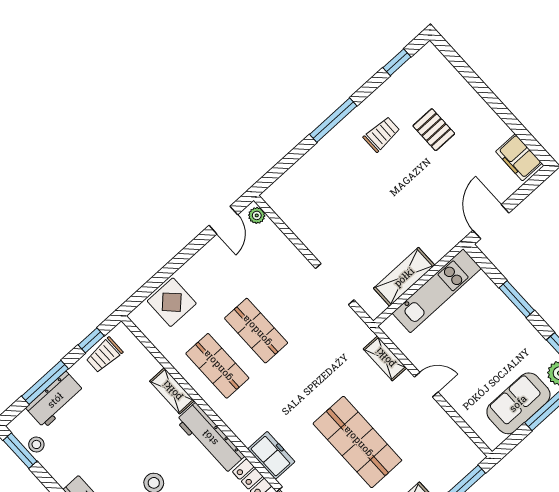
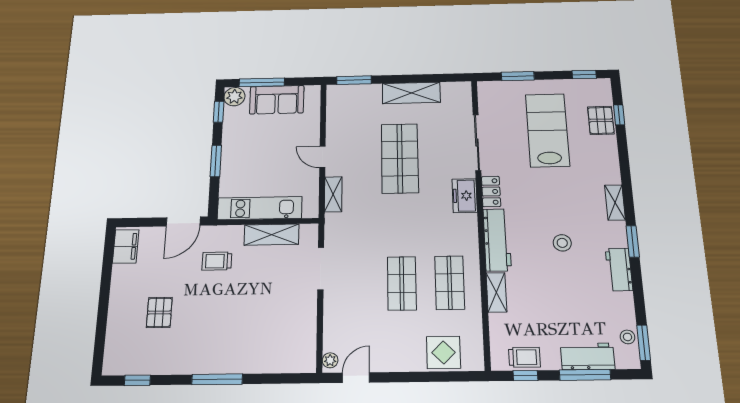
trolley: (382, 134) -> (217, 261), moved

